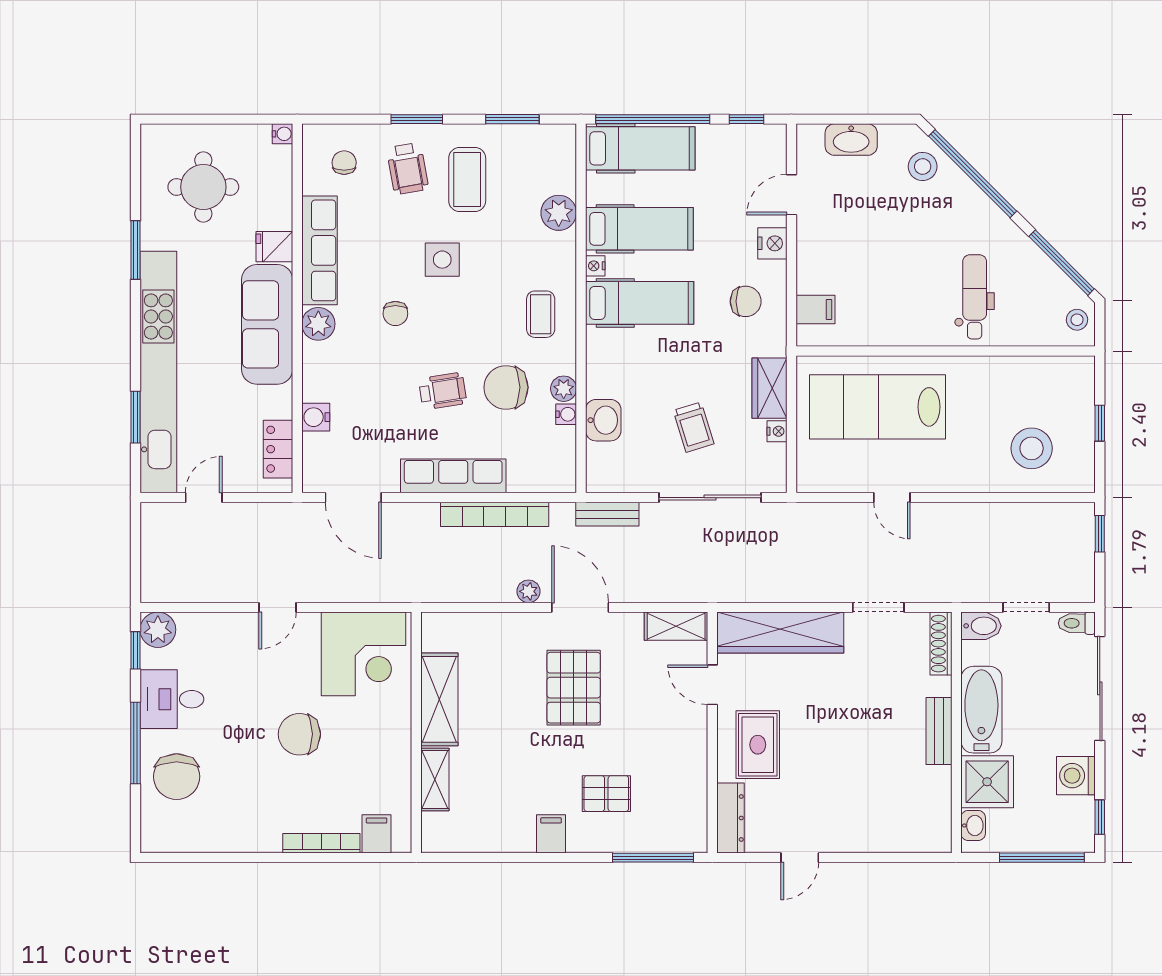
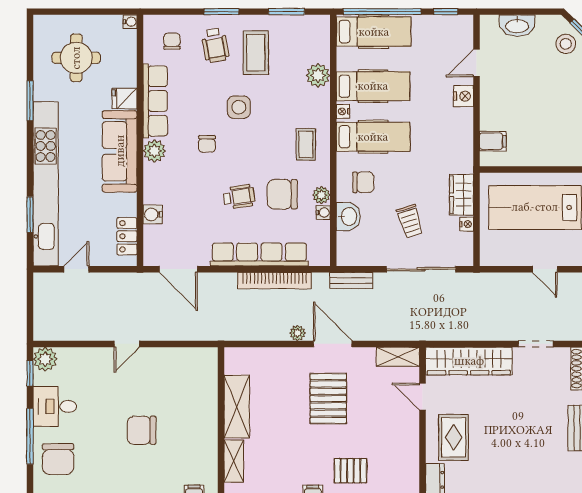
chair: (746, 301) -> (363, 182), moved
row of seats: (453, 476) -> (259, 254), width x1.36
corner desk: (364, 654) -> (185, 376), removed

